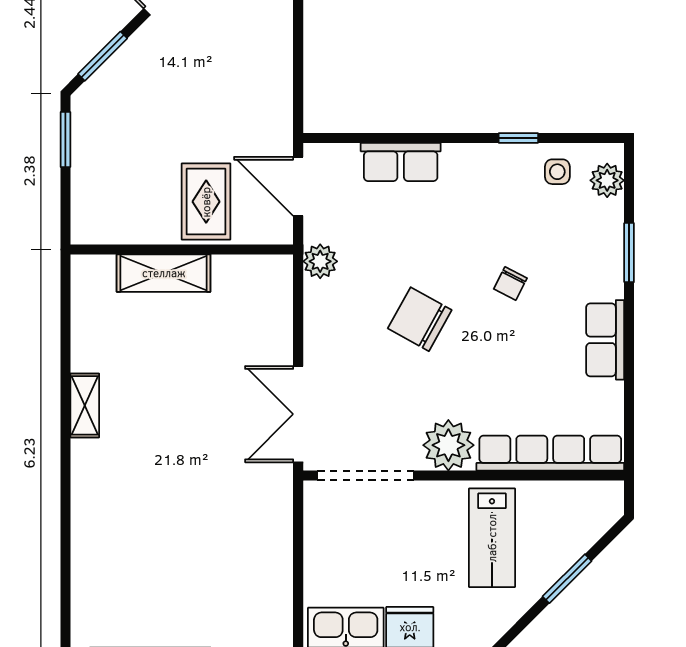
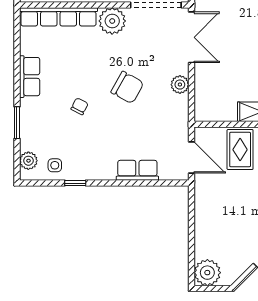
plant: (320, 261) -> (180, 85), moved

